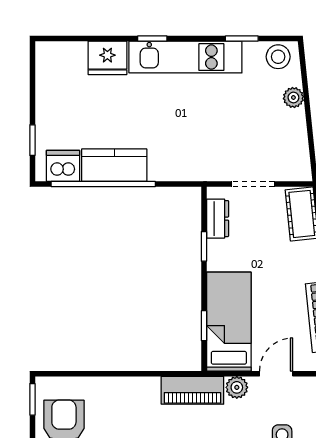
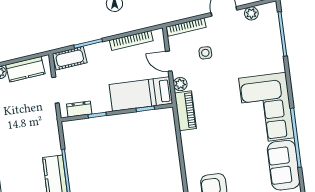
kitchen counter: (293, 140) -> (25, 69), added

